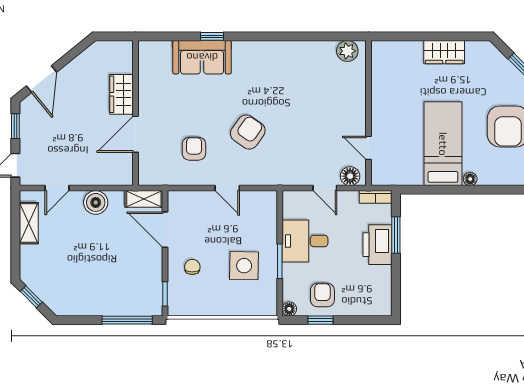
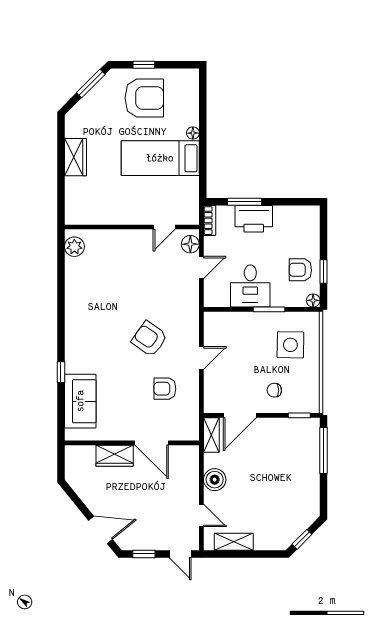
sofa: (202, 57) -> (80, 401), moved
side table: (244, 266) -> (290, 345), moved

